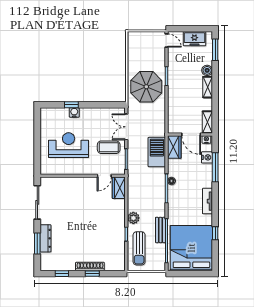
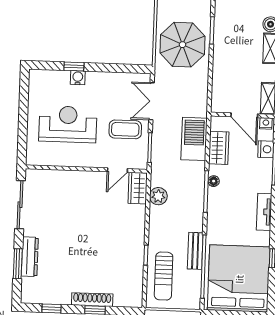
wardrobe: (174, 147) -> (219, 148), moved
plant: (133, 218) -> (158, 196), moved

